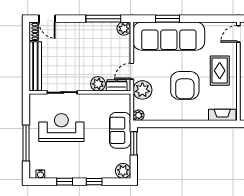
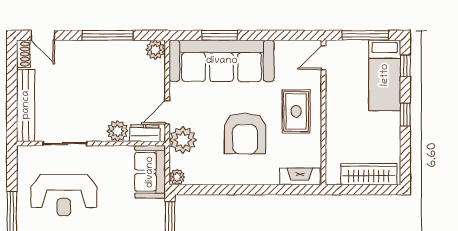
window: (103, 19) -> (108, 35), moved
reception desk: (61, 128) -> (64, 195), turned 180
sofa: (120, 130) -> (150, 172), moved

